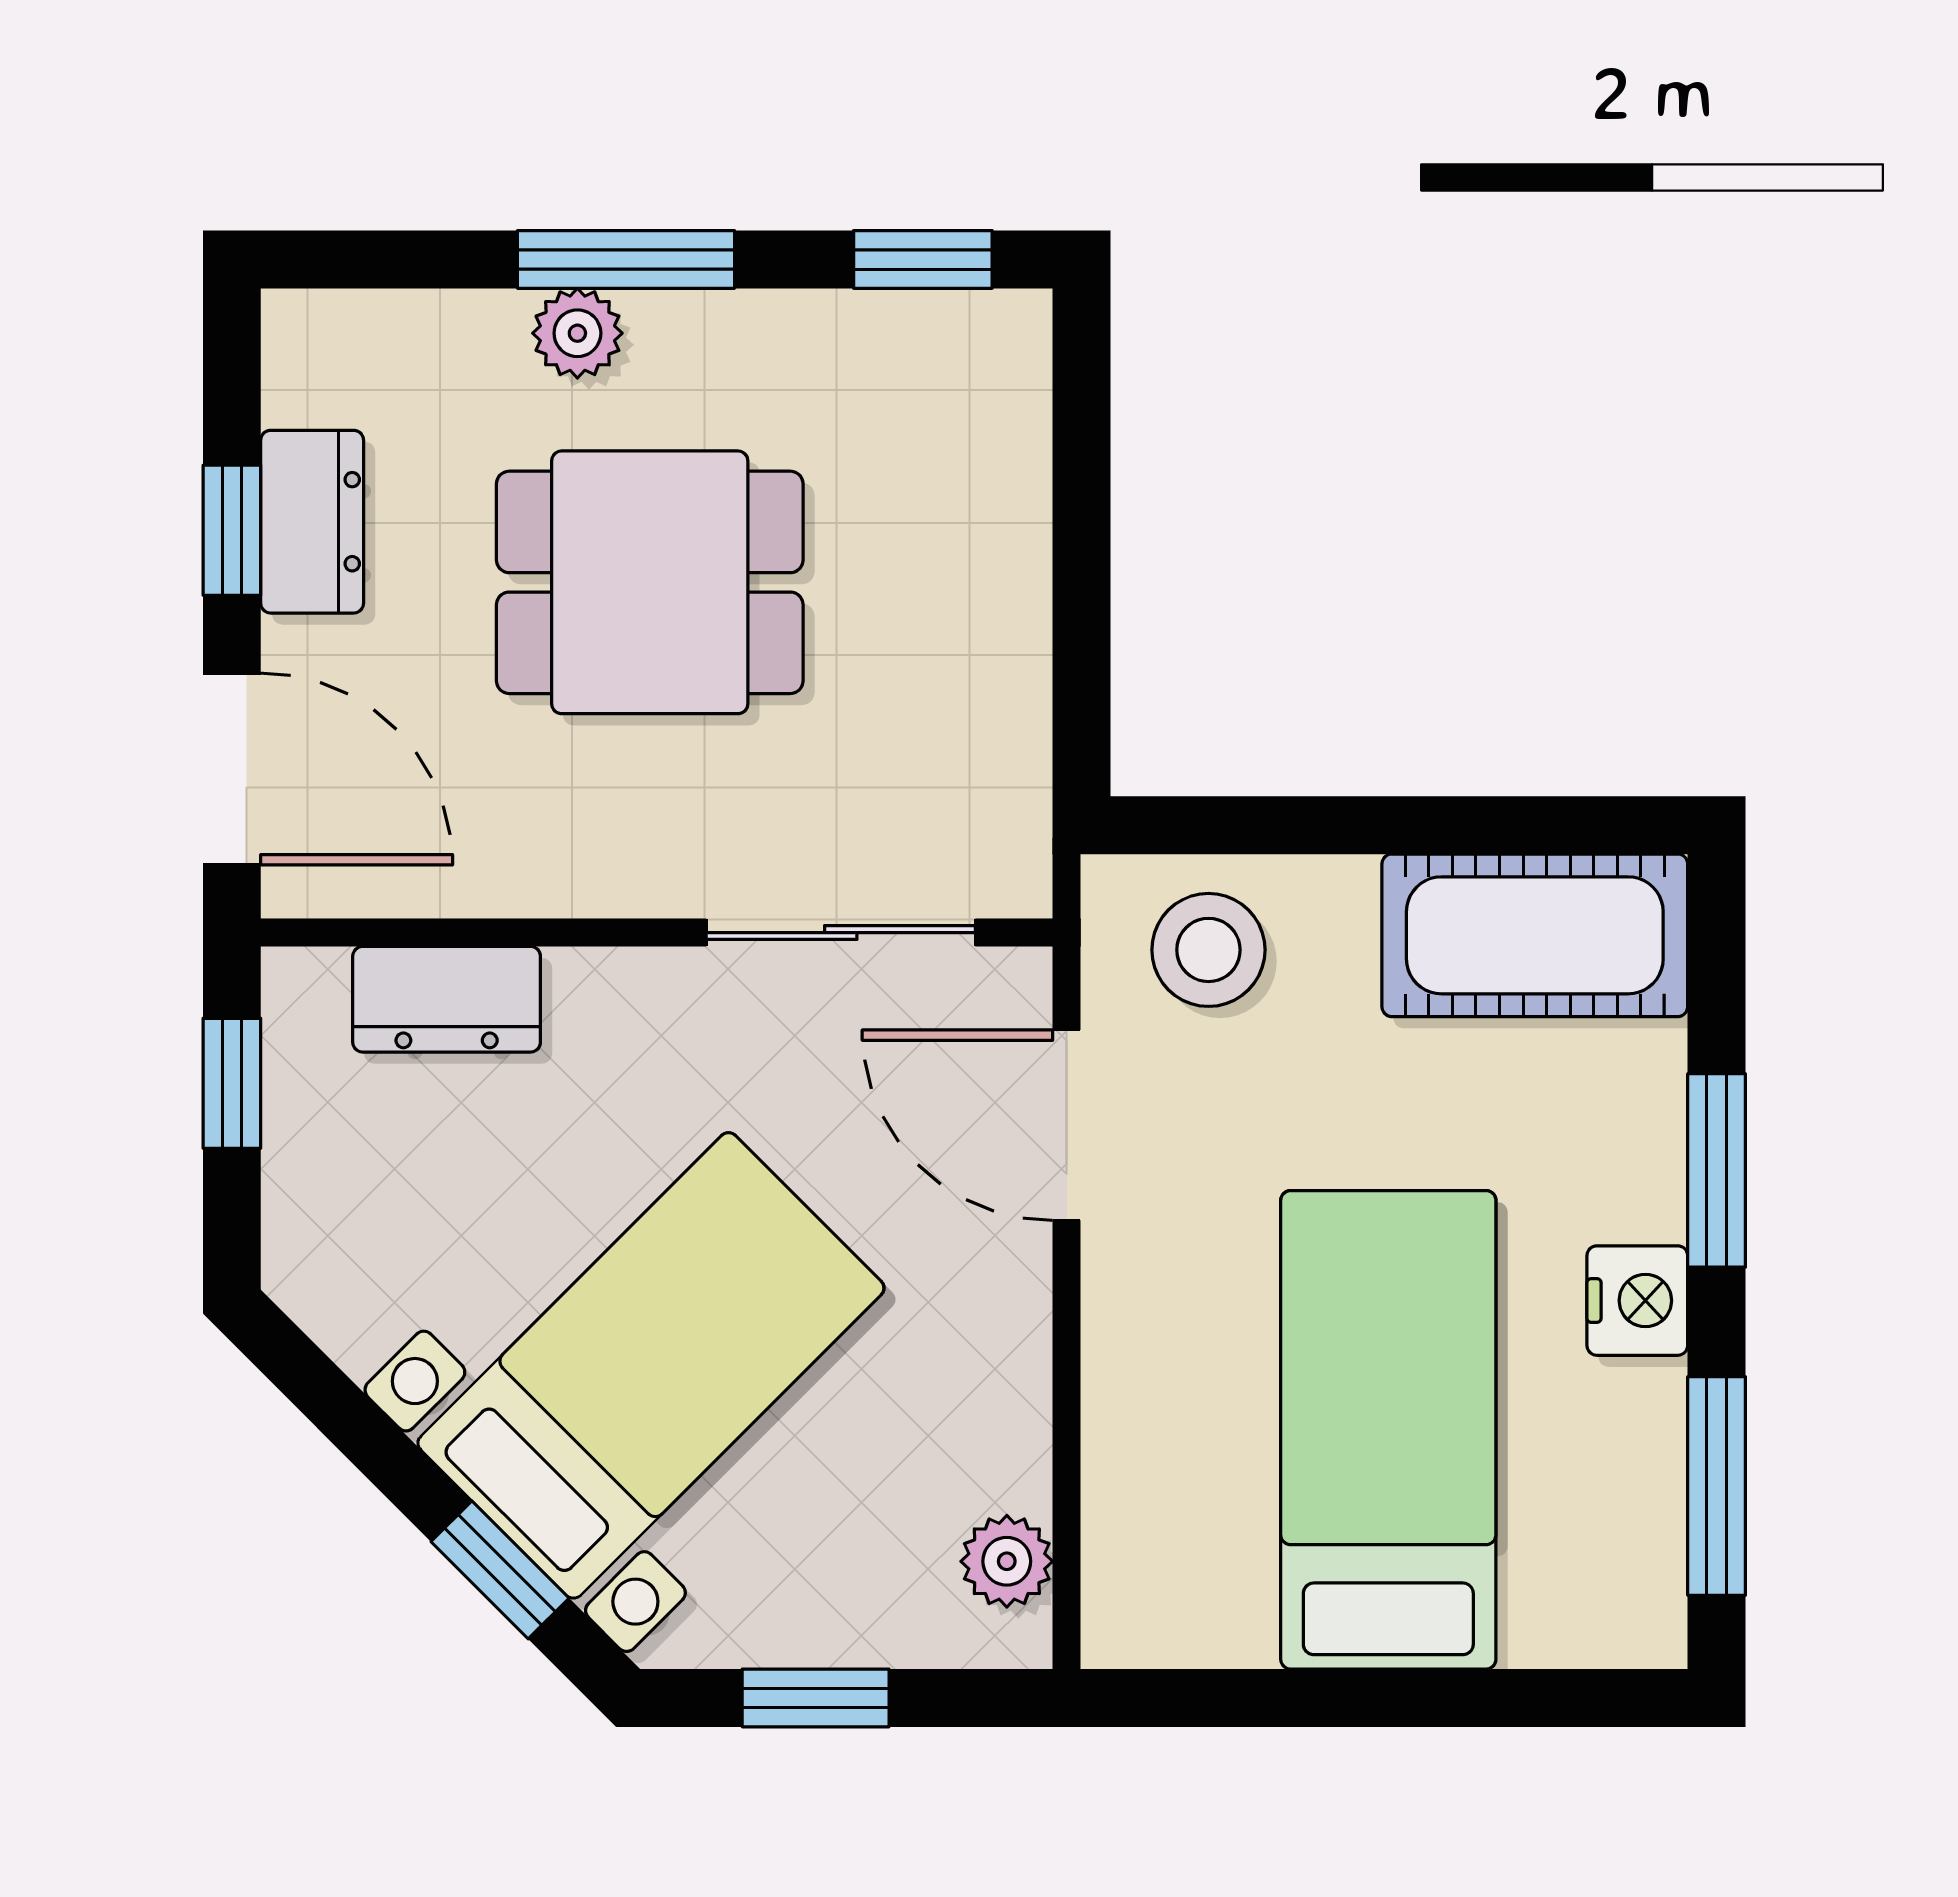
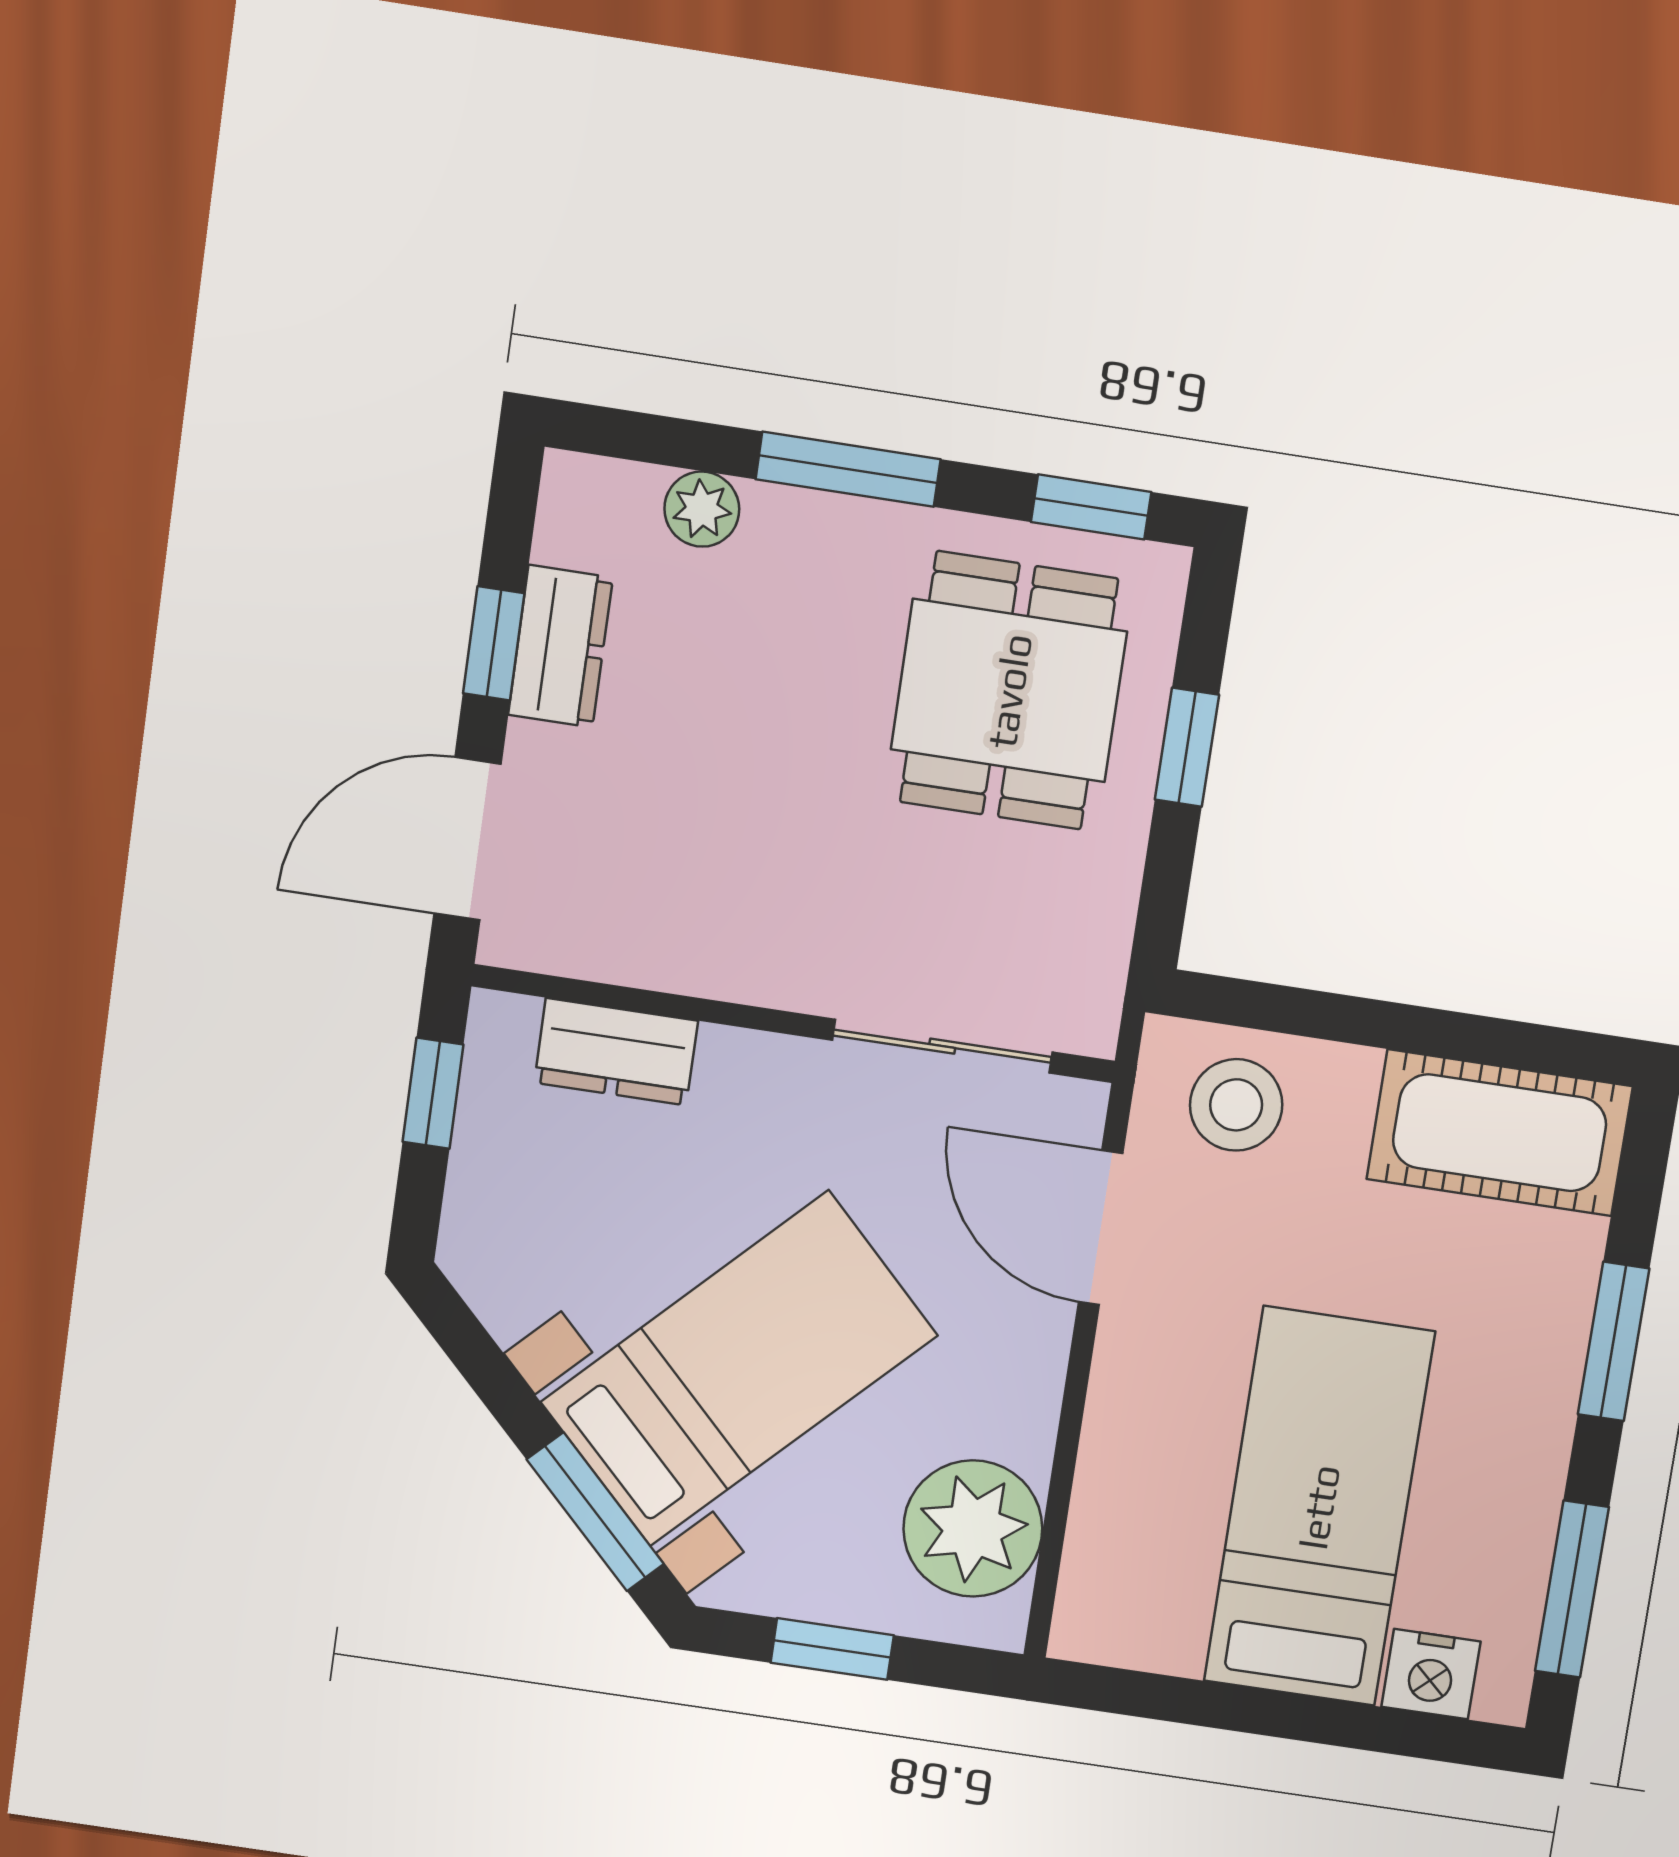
plant: (577, 333) -> (702, 509), moved
window: (1082, 527) -> (1187, 747), added
dining table: (650, 582) -> (1009, 691), moved, turned 90
door: (232, 769) -> (467, 839), swing flipped
nightstand: (1637, 1301) -> (1431, 1674), moved, turned 90
plant: (1007, 1561) -> (973, 1529), width x1.88, depth x1.88
window: (500, 1570) -> (595, 1512), width x1.50

